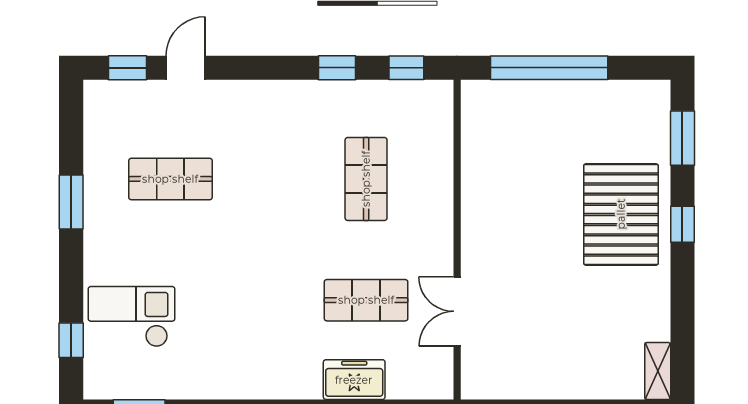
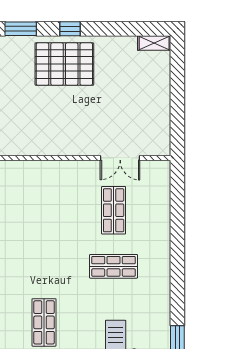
shop shelf: (366, 179) -> (114, 266), moved
freezer: (354, 380) -> (159, 217), removed

